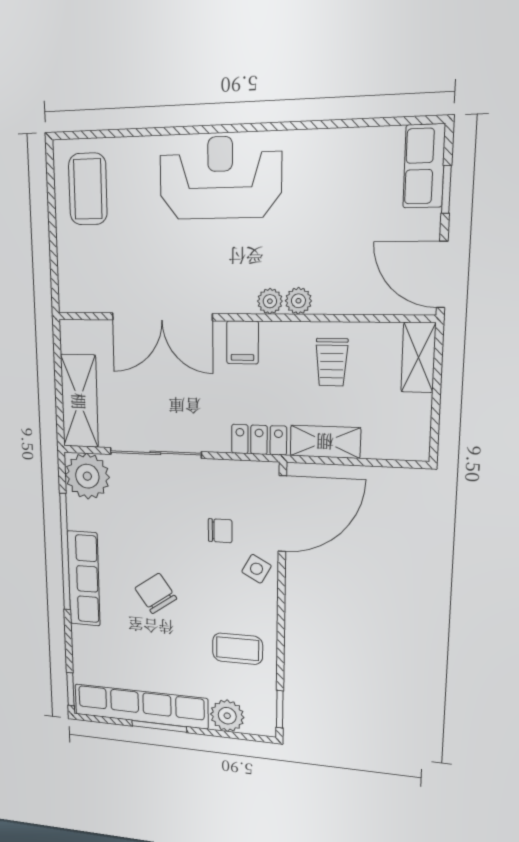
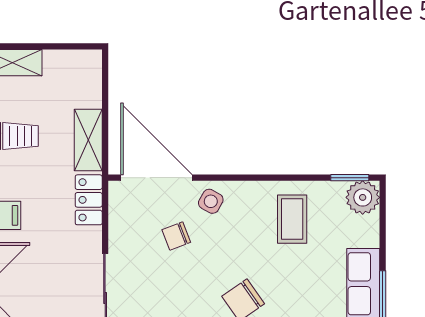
chair: (220, 531) -> (176, 236), turned -111
plant: (227, 716) -> (363, 197), moved

